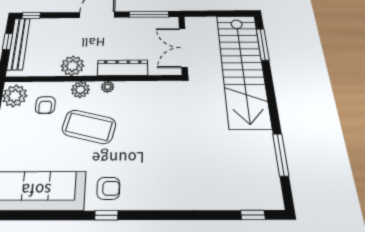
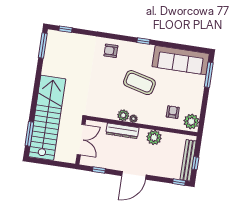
window: (149, 14) -> (99, 170), width x0.46
plant: (80, 90) -> (123, 115), moved
coffee table: (89, 127) -> (139, 83), moved
window: (281, 155) -> (43, 46), moved
armchair: (108, 188) -> (111, 51), moved

